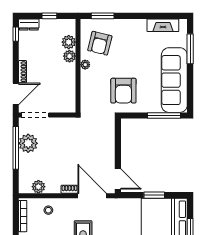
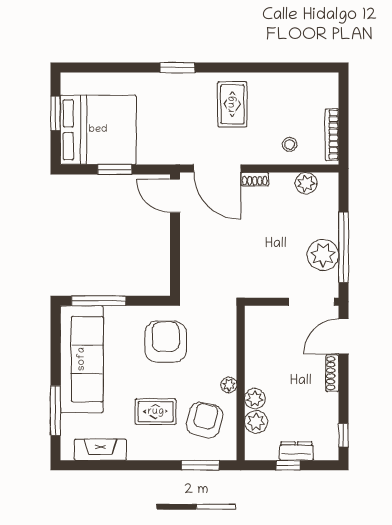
dresser: (29, 24) -> (296, 451), moved
rug: (130, 48) -> (156, 412), added

